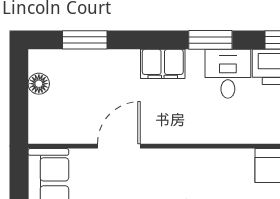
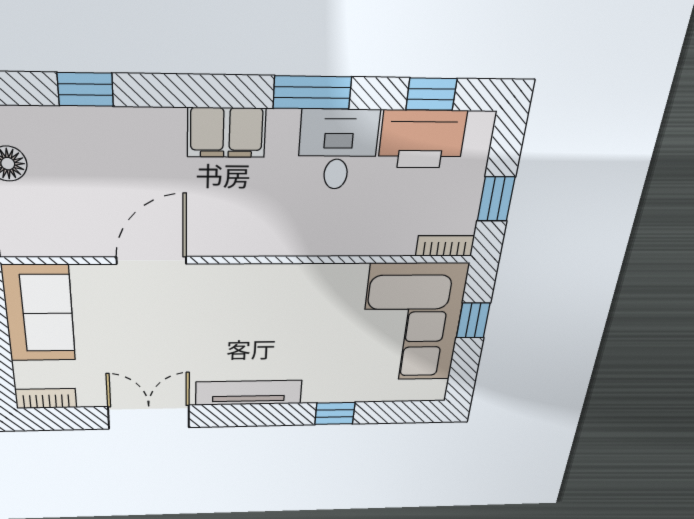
window: (85, 40) -> (85, 89), width x0.67

